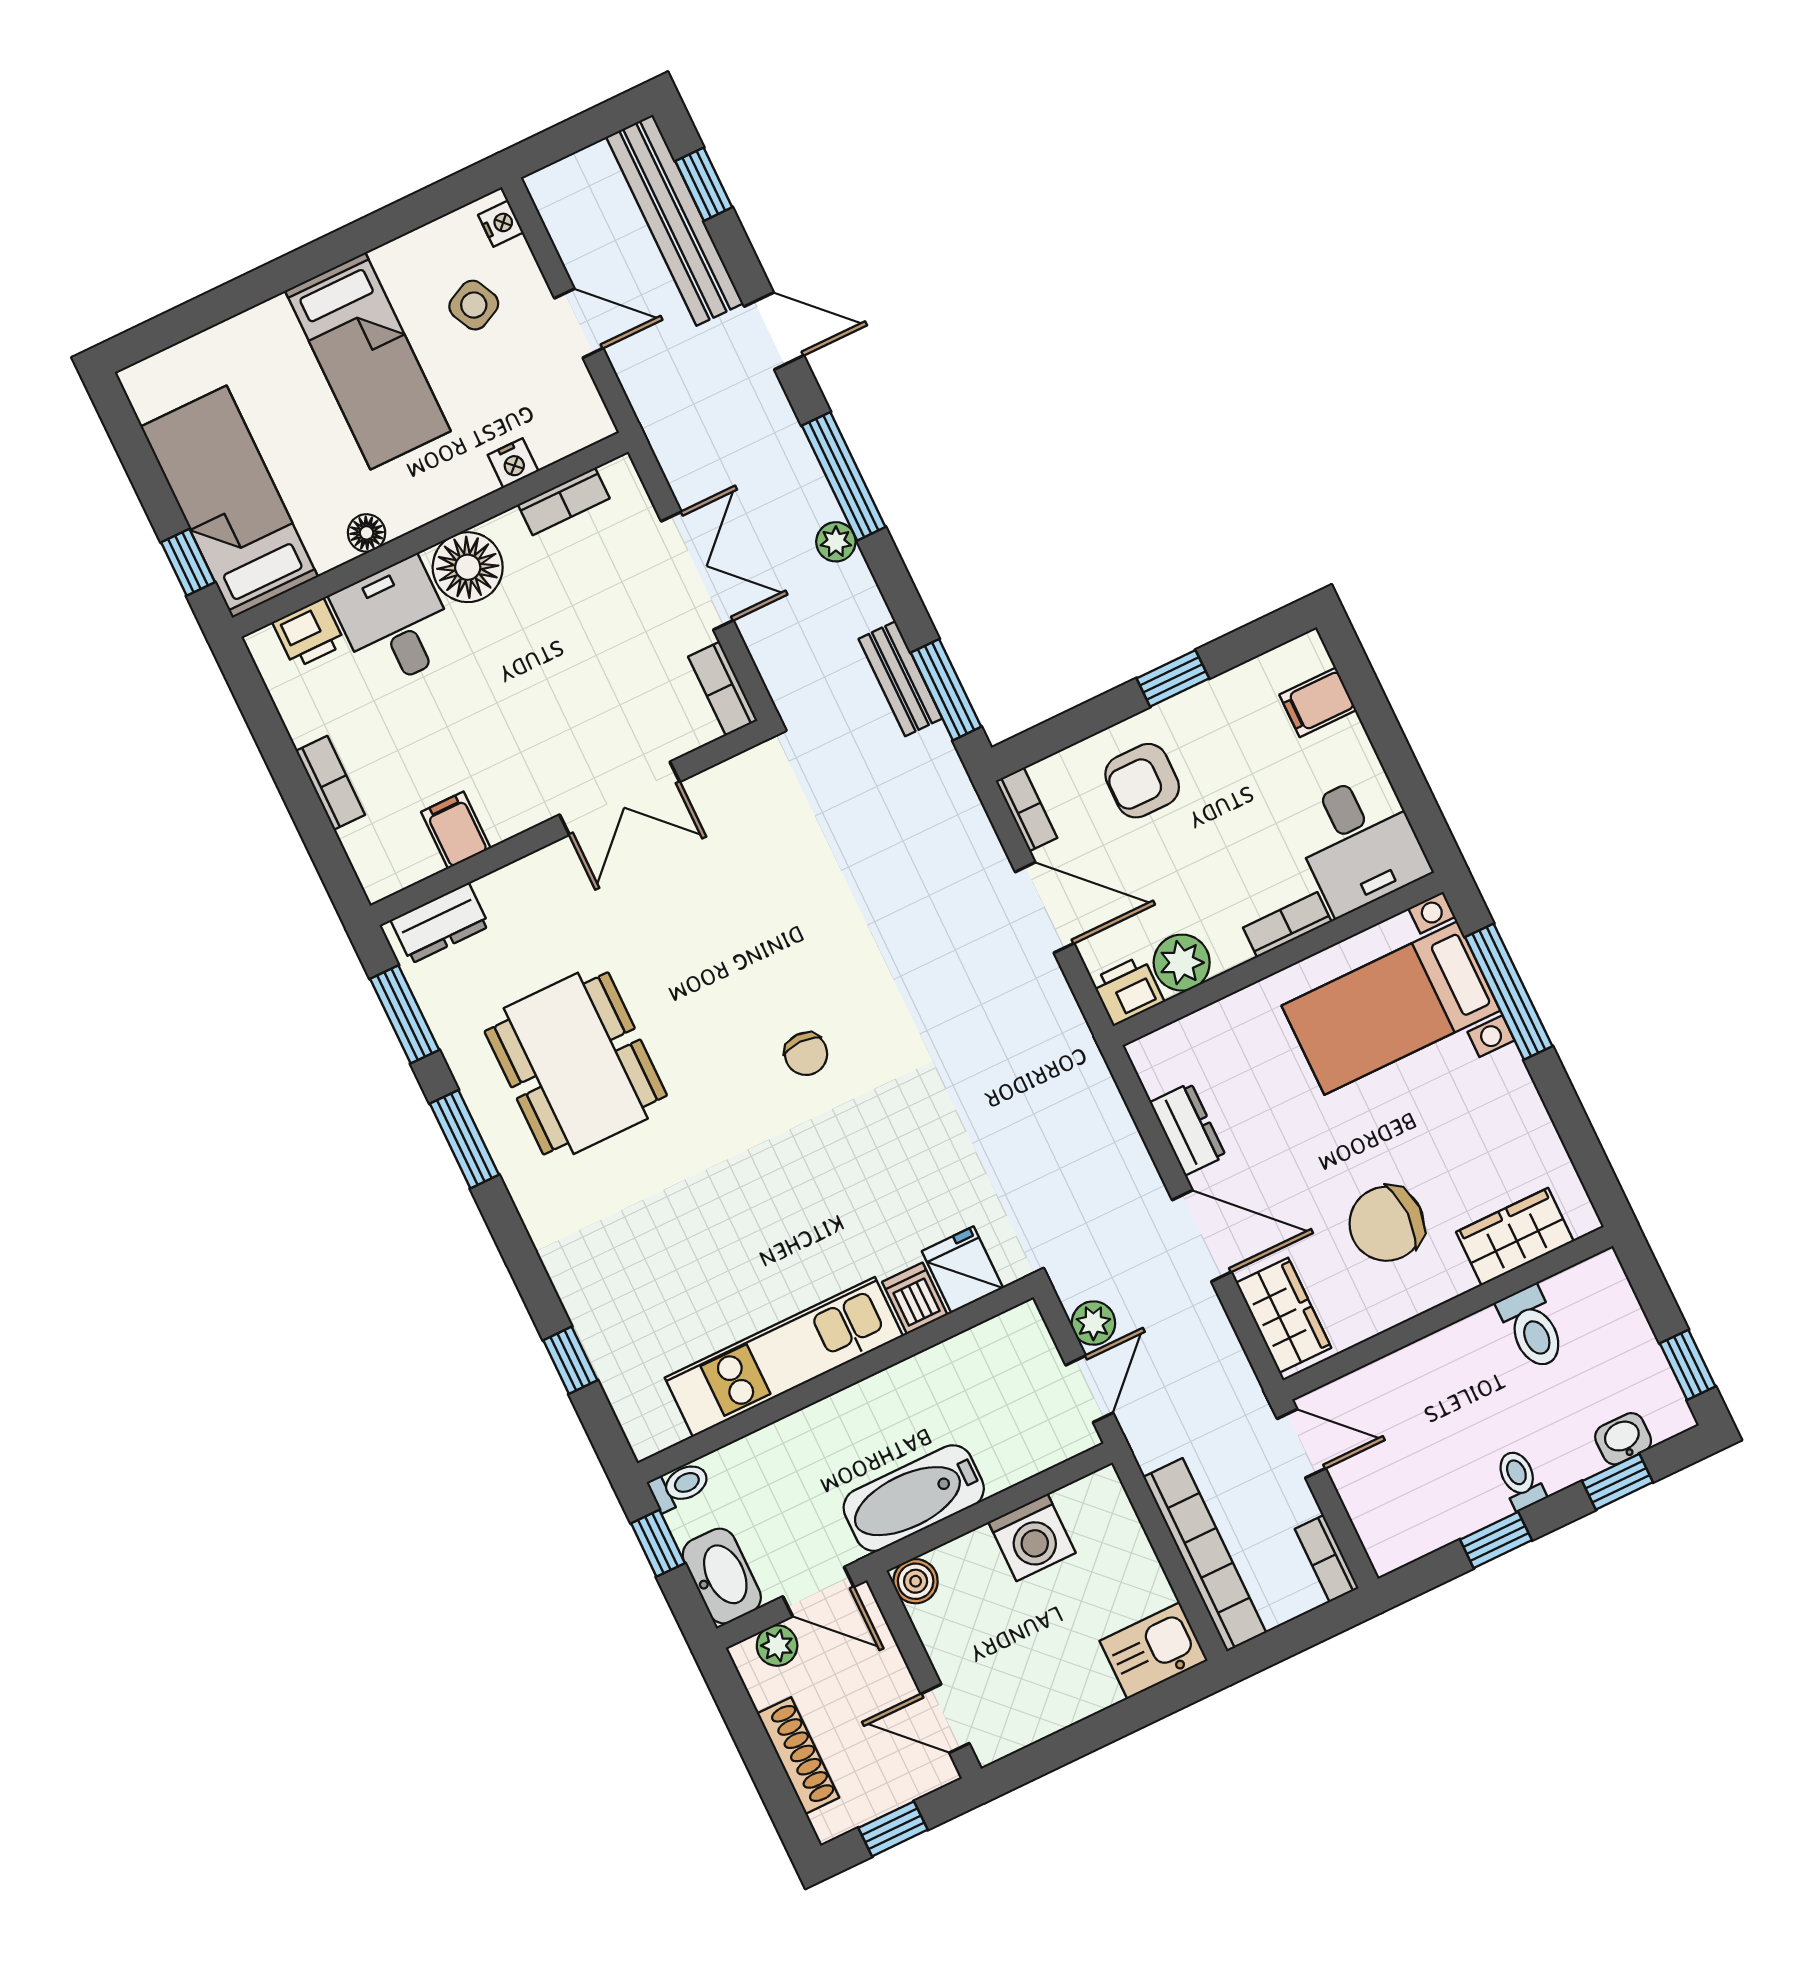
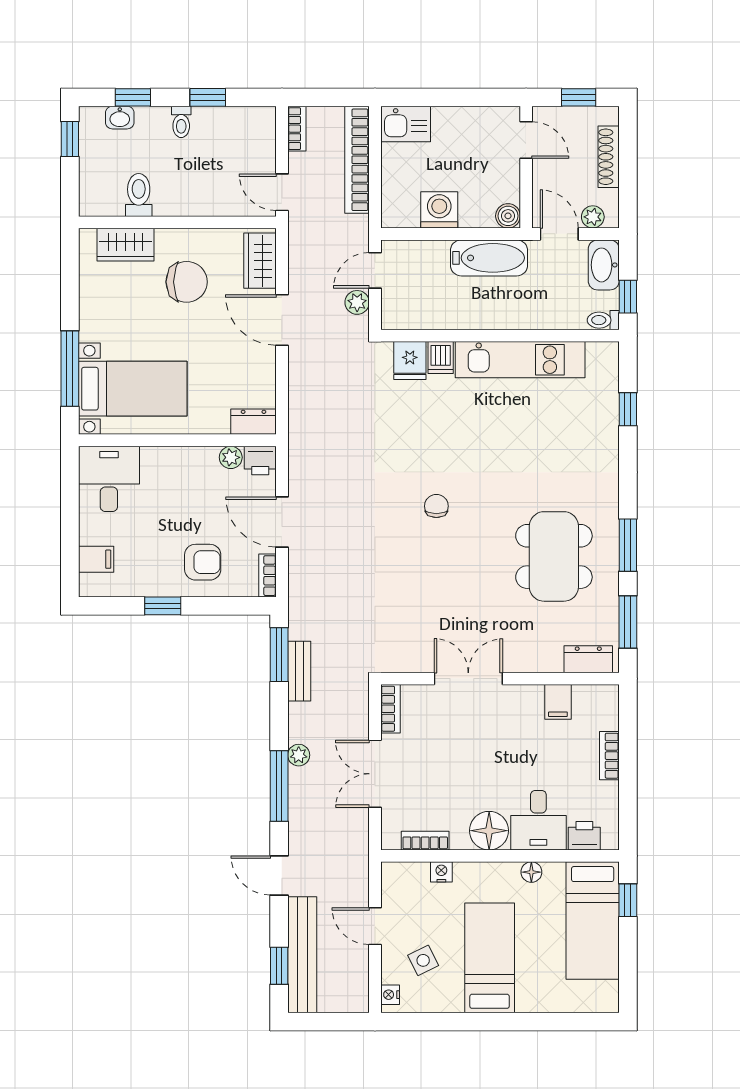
bookcase: (1287, 925) -> (165, 455), removed
plant: (1182, 963) -> (231, 457), width x0.73, depth x0.73
dresser: (1188, 1129) -> (253, 422), moved, turned 90

